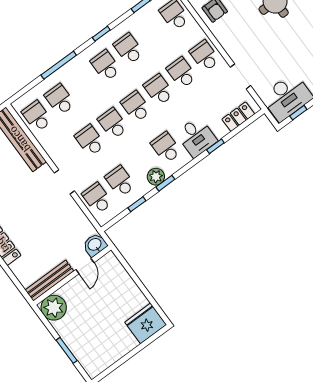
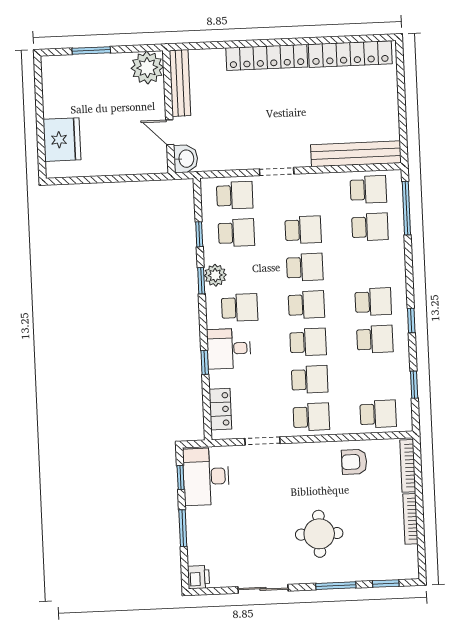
window: (59, 65) -> (406, 208), moved
fridge: (146, 323) -> (62, 140), moved

